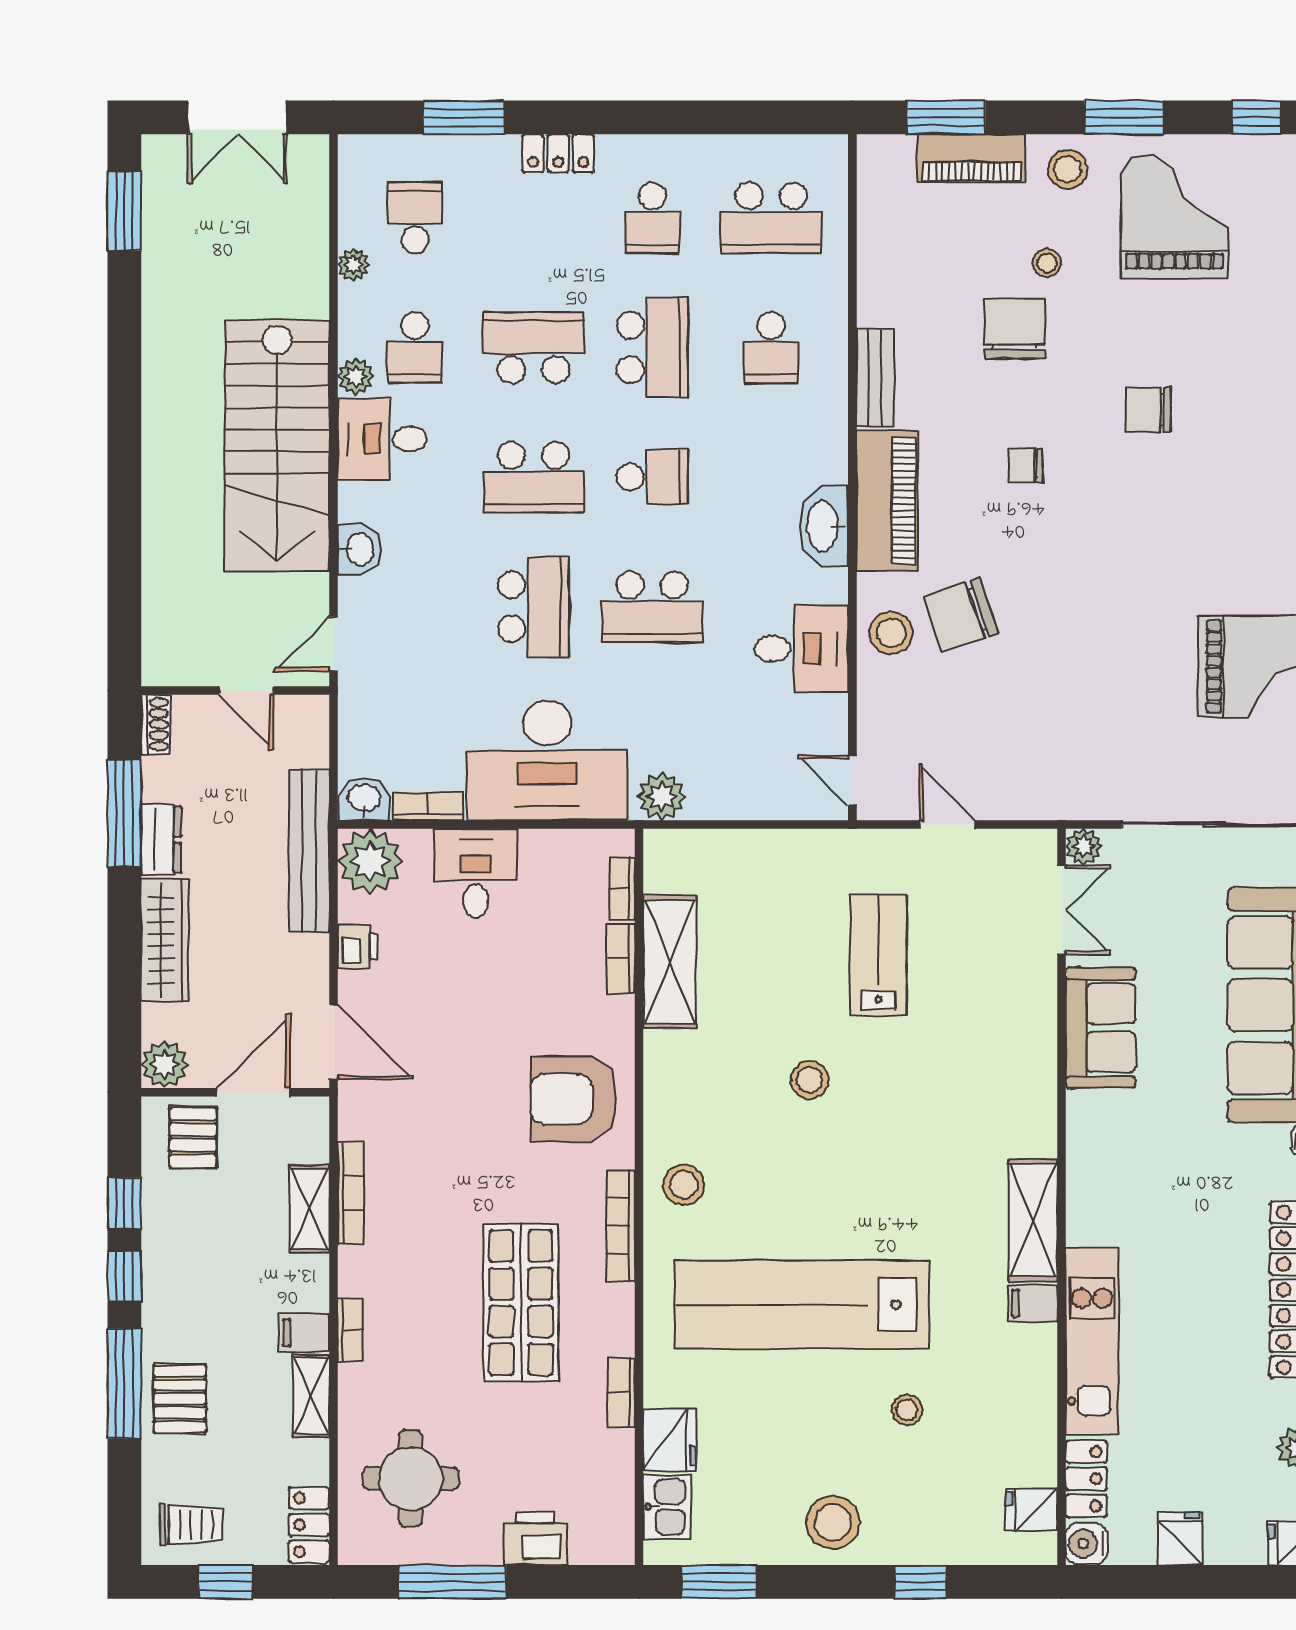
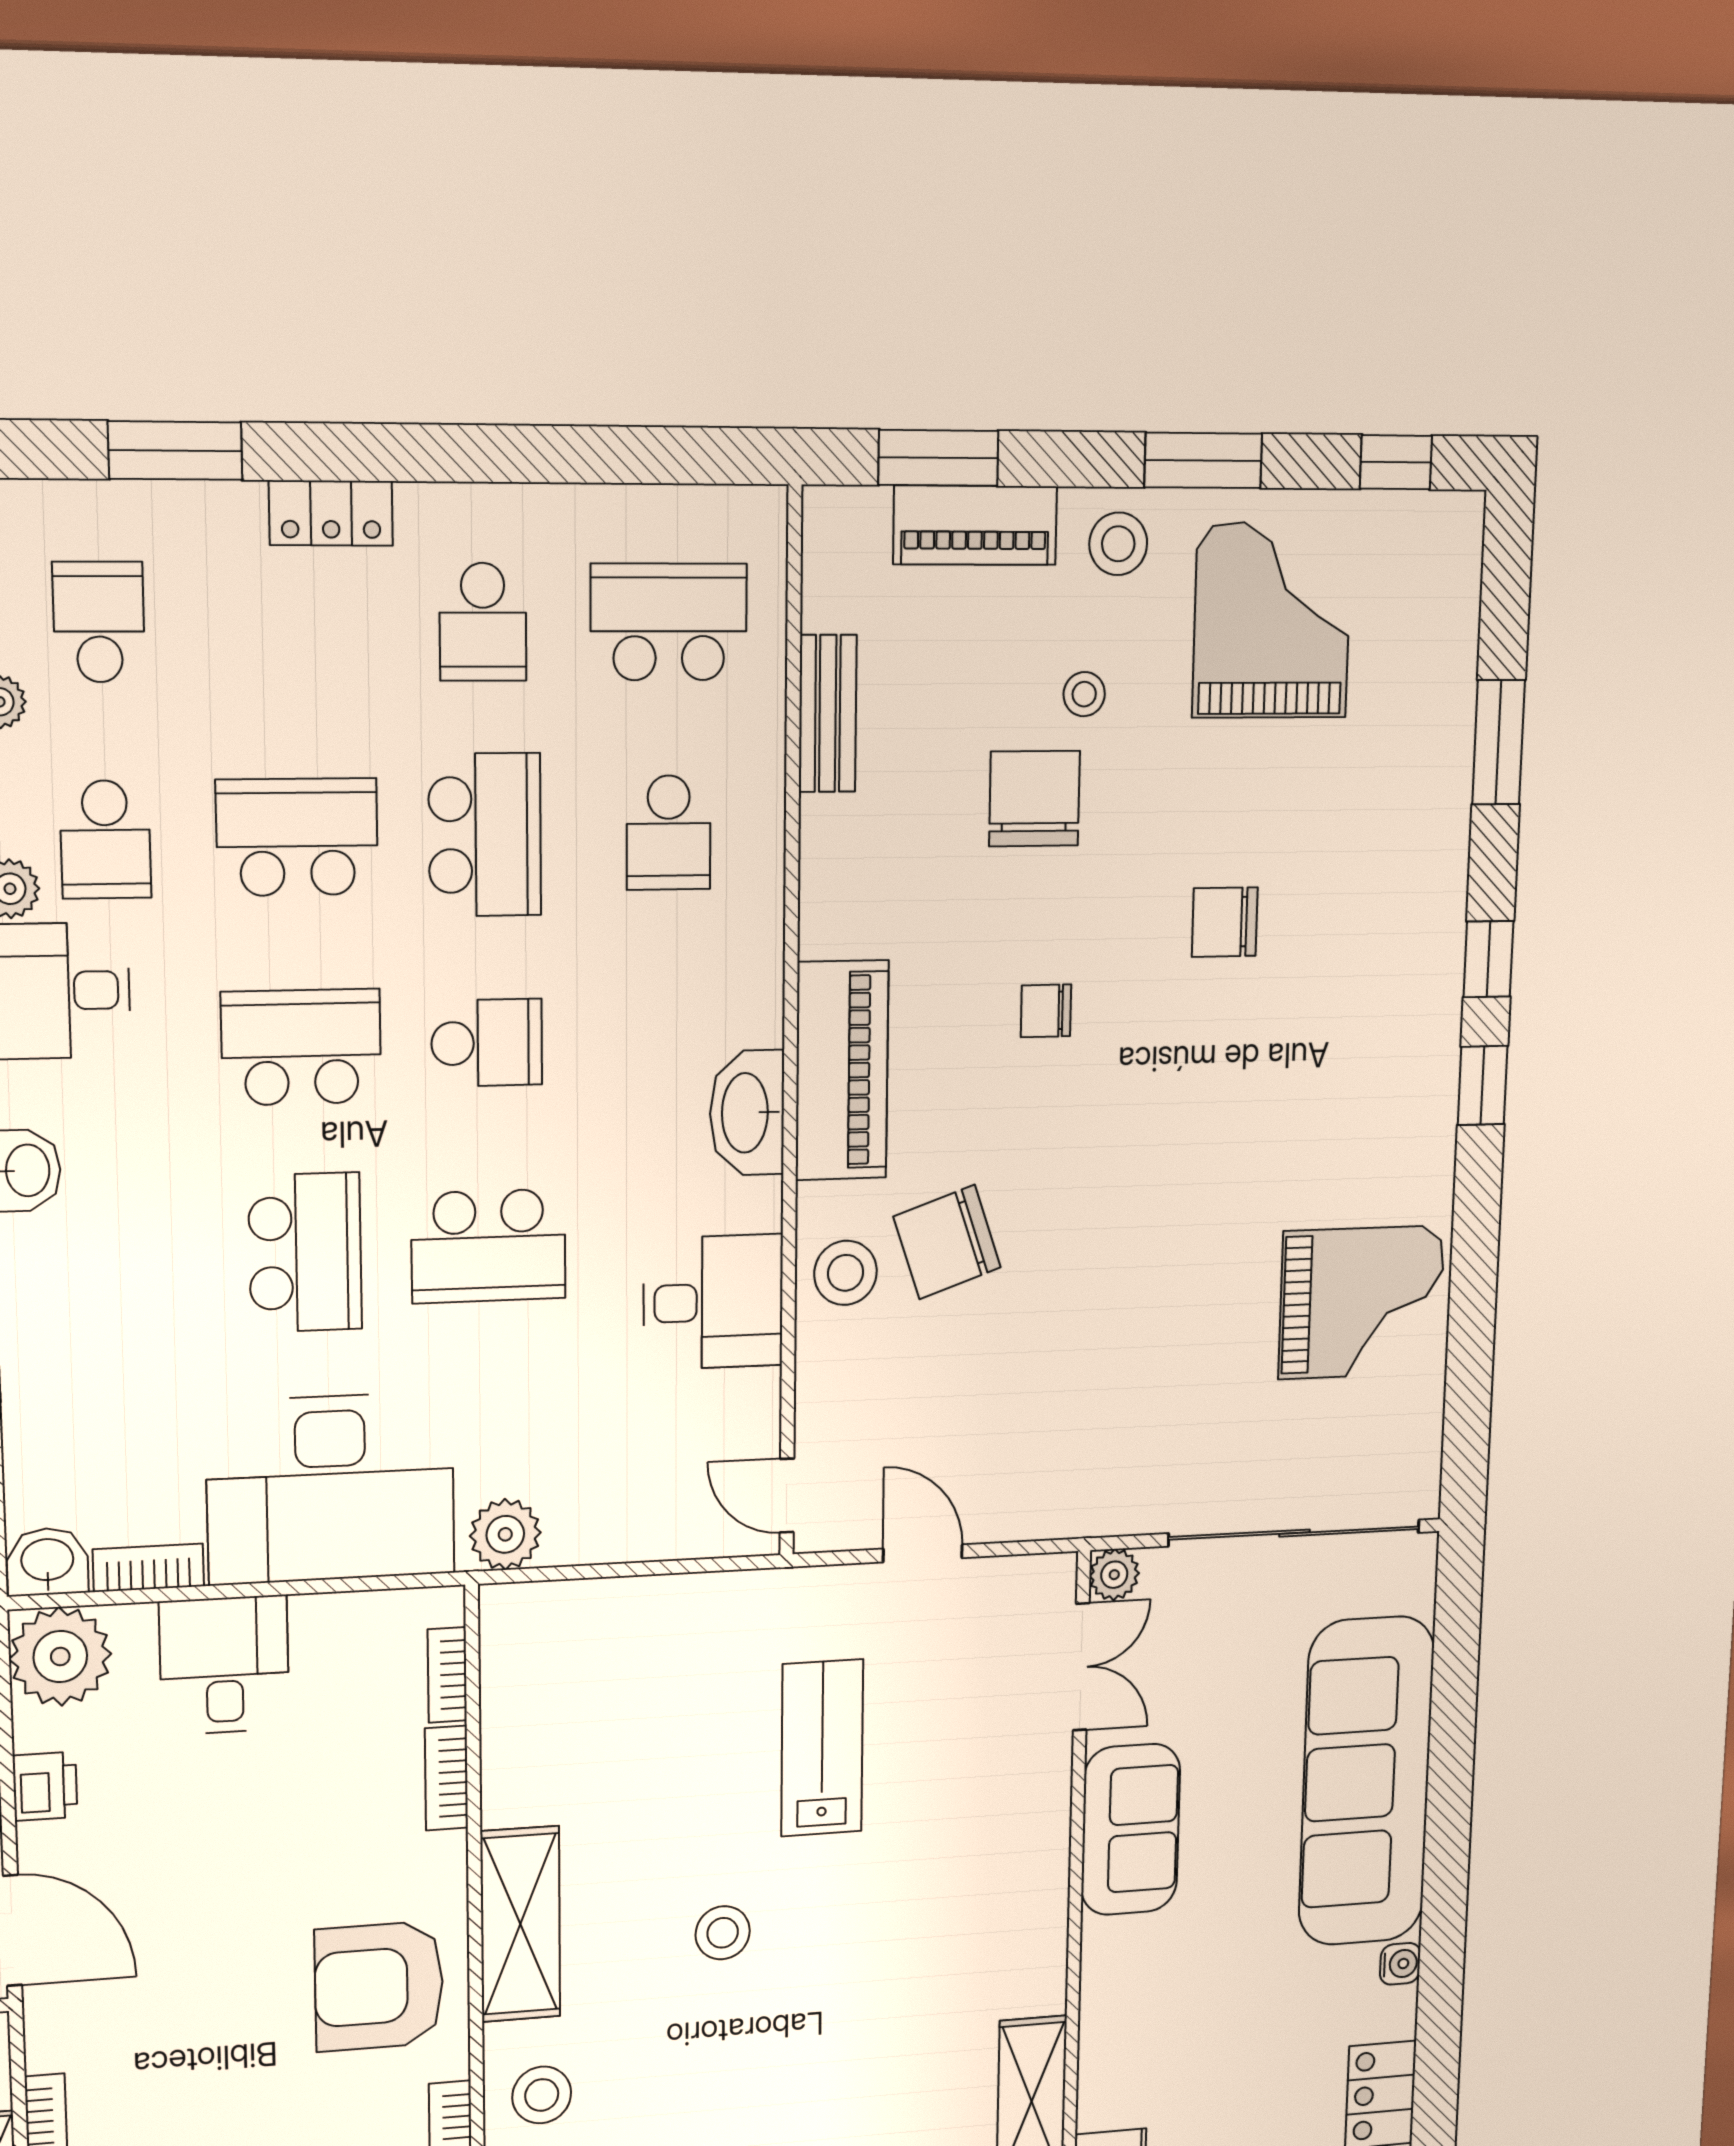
school desk: (771, 218) -> (669, 622), turned 180
bench: (875, 378) -> (828, 714), moved
school desk: (534, 477) -> (301, 1047), turned 180
shelving: (670, 962) -> (520, 1924), moved

